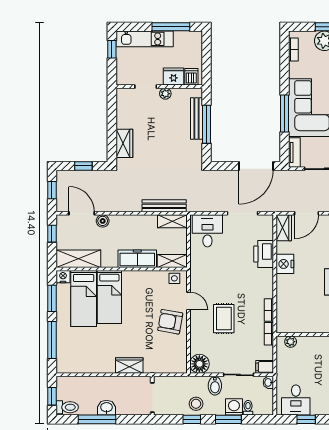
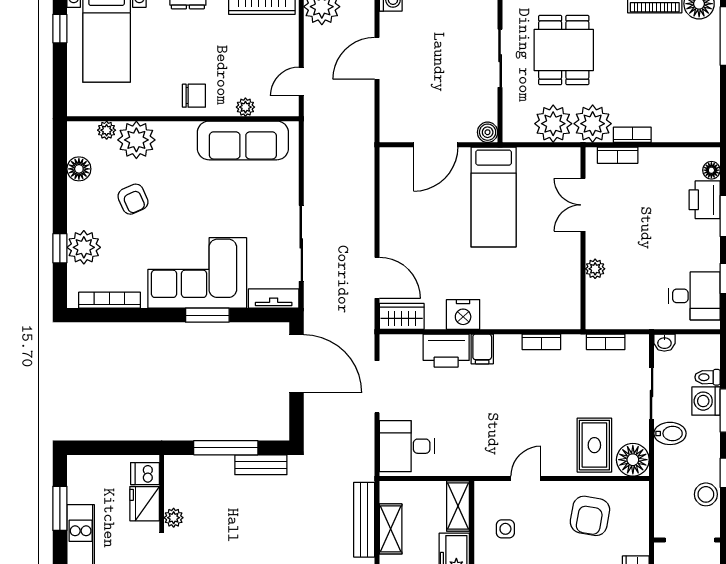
window: (171, 27) -> (60, 508), width x0.69
bookcase: (293, 49) -> (110, 300), width x1.56
window: (285, 113) -> (207, 315), width x0.69
bench: (197, 119) -> (261, 465), moved, width x0.73
shelving: (172, 221) -> (391, 529), moved
side table: (174, 278) -> (505, 529), moved
rug: (224, 319) -> (594, 445), moved, turned 90
armchair: (170, 322) -> (590, 516), moved
bookcase: (269, 334) -> (606, 342), moved
plant: (291, 342) -> (595, 269), moved
filing cabinet: (265, 367) -> (482, 349), moved
stool: (196, 404) -> (706, 494), moved

